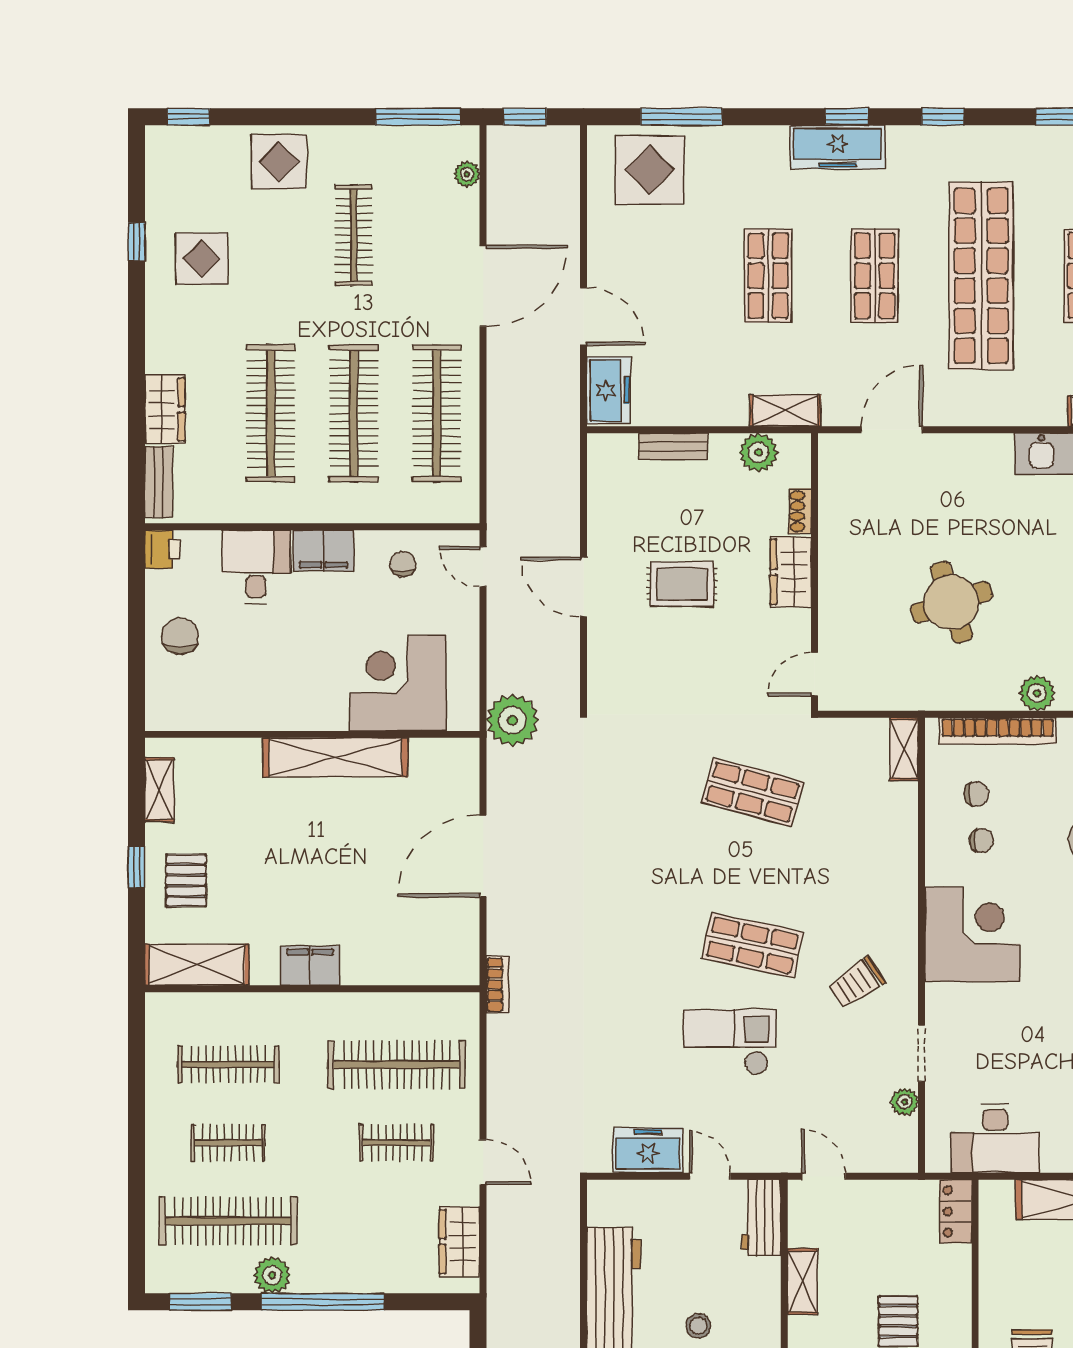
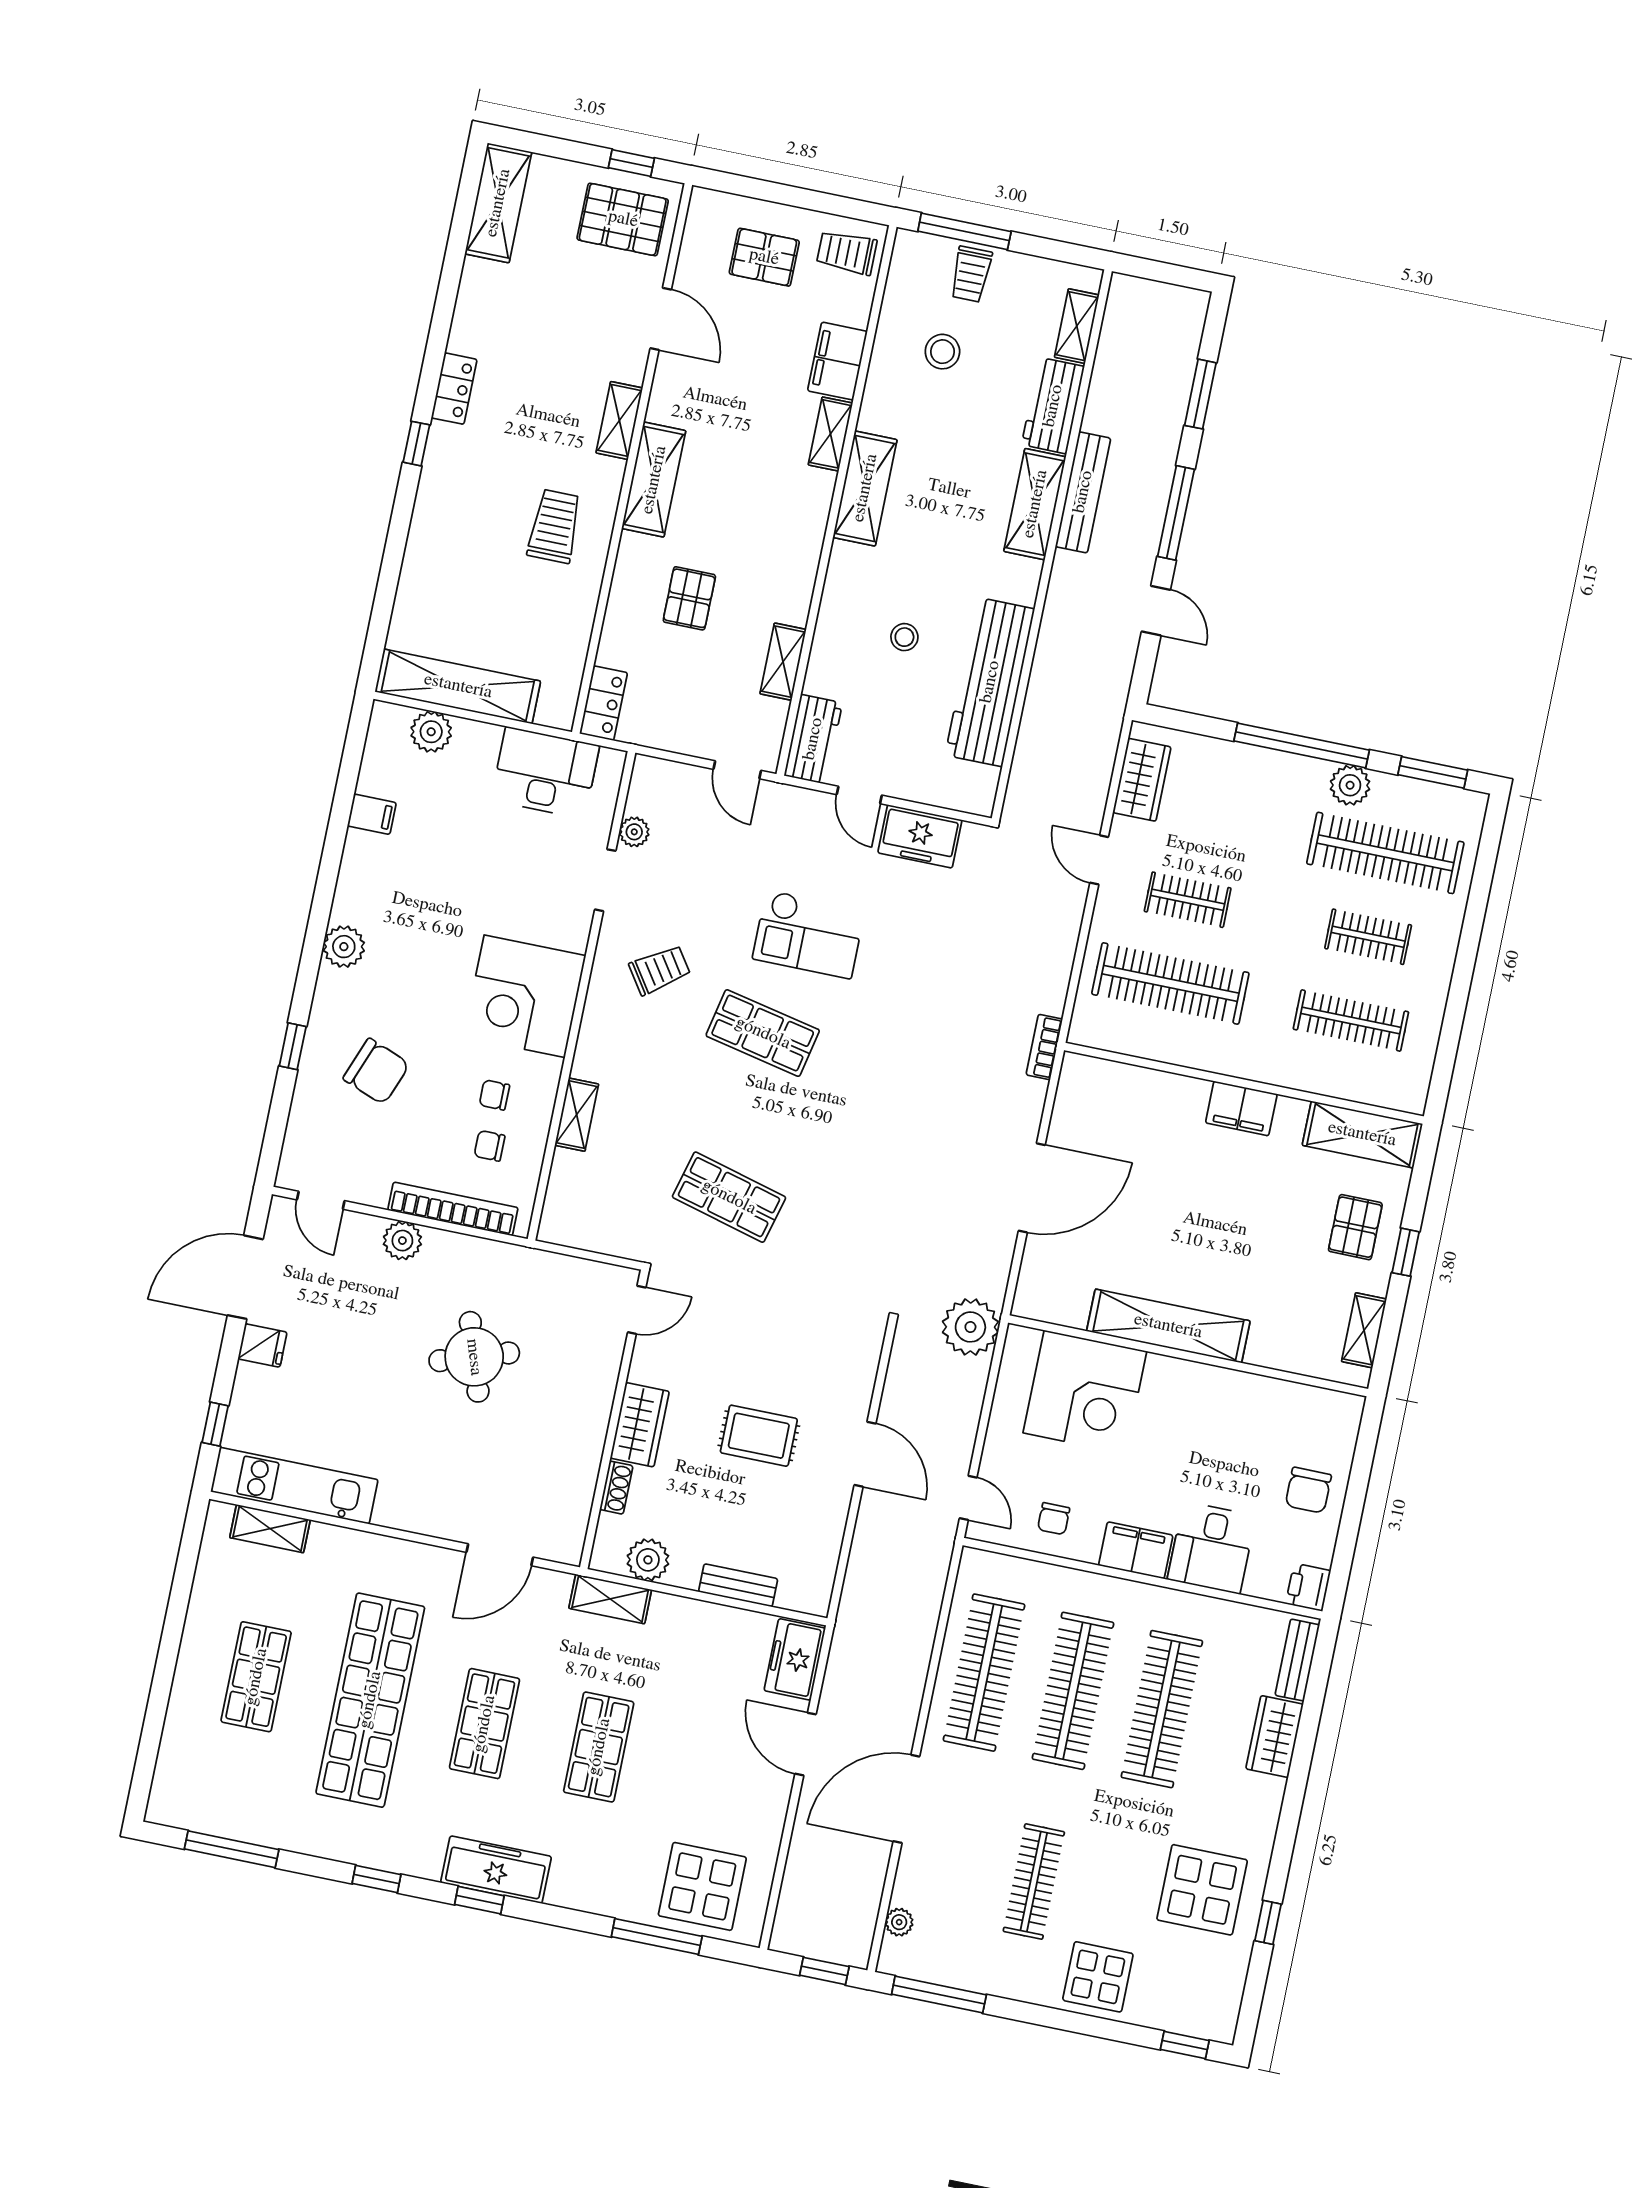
display table: (202, 259) -> (1202, 1890), width x1.36, depth x1.36
shelving: (904, 749) -> (577, 1115), moved

